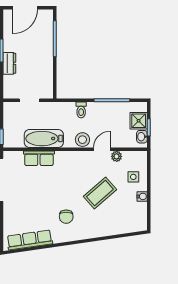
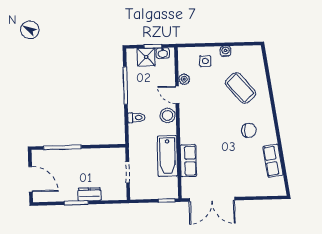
coffee table: (100, 193) -> (240, 88), moved
row of seats: (30, 240) -> (273, 161), width x0.68

